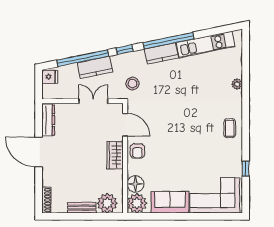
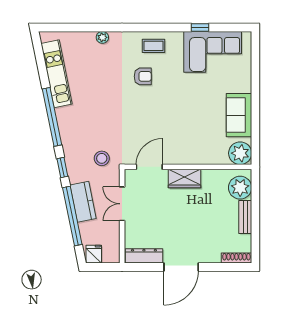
kitchen counter: (161, 54) -> (67, 125), removed
armchair: (137, 151) -> (143, 76), moved
floor lamp: (135, 184) -> (218, 155), removed
corner sofa: (215, 195) -> (213, 52), moved, turned -90

